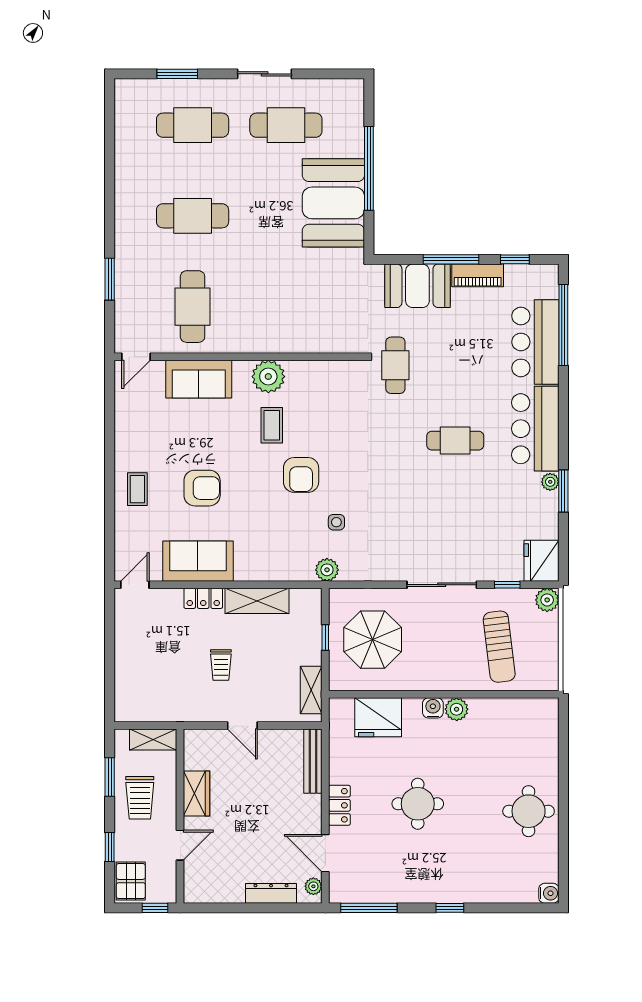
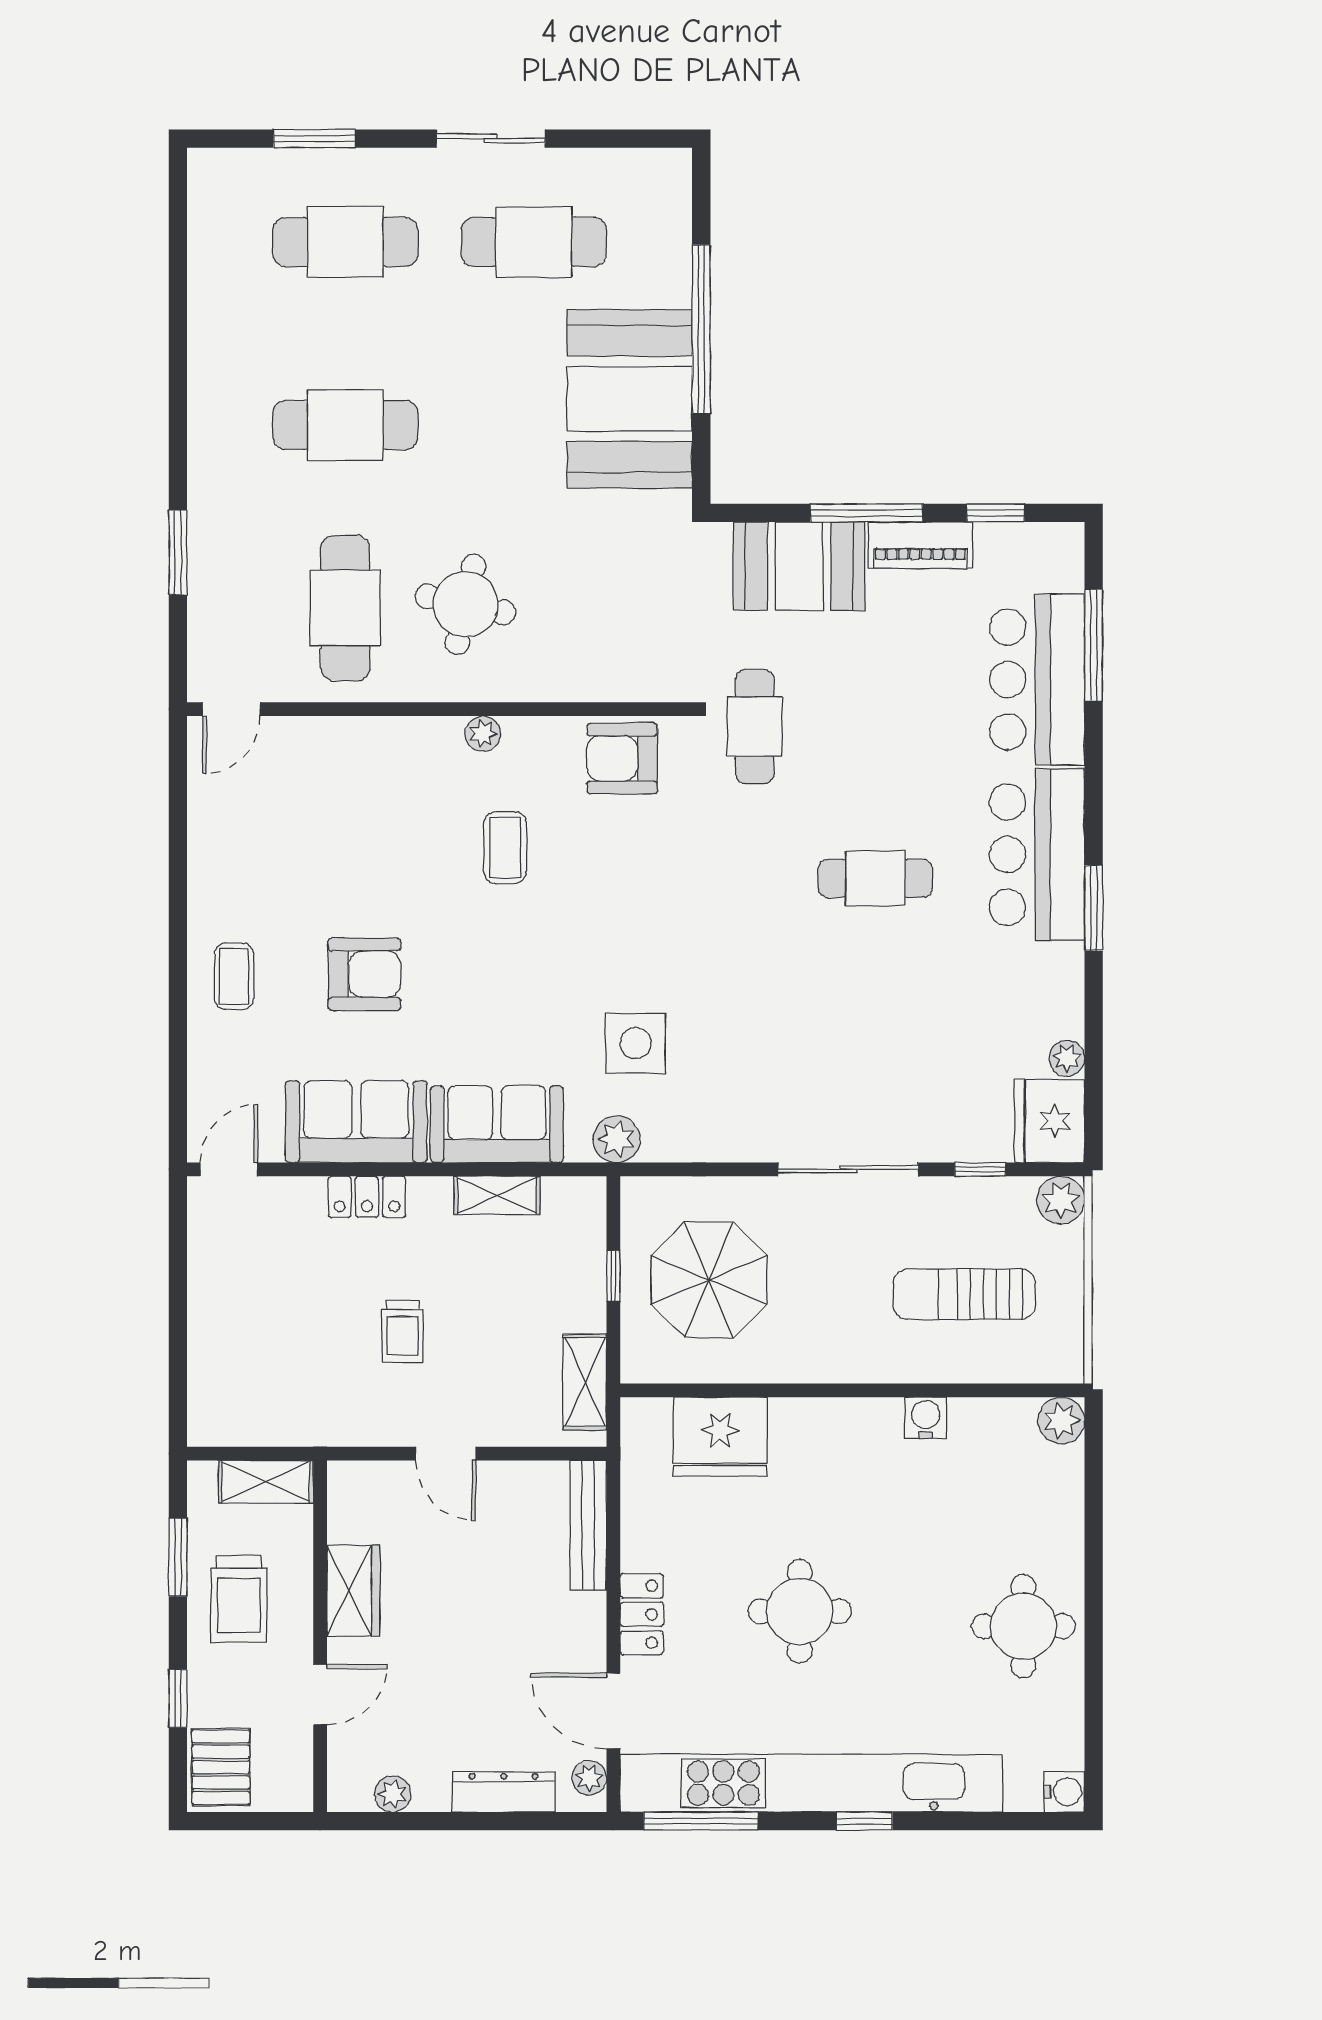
round table: (252, 305) -> (465, 604), added
window: (563, 325) -> (1094, 645), width x0.68
plant: (268, 377) -> (483, 734), width x0.53, depth x0.53
sofa: (199, 379) -> (497, 1124), moved, turned 180
armchair: (301, 475) -> (622, 758), moved, turned 90
plant: (550, 482) -> (1067, 1058), moved
window: (563, 491) -> (1094, 908), moved
side table: (336, 522) -> (636, 1043), width x1.87, depth x1.87
shelving: (257, 601) -> (497, 1195), width x0.67, depth x0.75
sun lounger: (499, 647) -> (964, 1294), turned 97
water cooler: (433, 708) -> (926, 1418), moved
plant: (457, 709) -> (1061, 1421), moved
kitchen unit: (424, 889) -> (811, 1783), added
plant: (216, 894) -> (393, 1794), added
window: (155, 908) -> (269, 1821), removed

